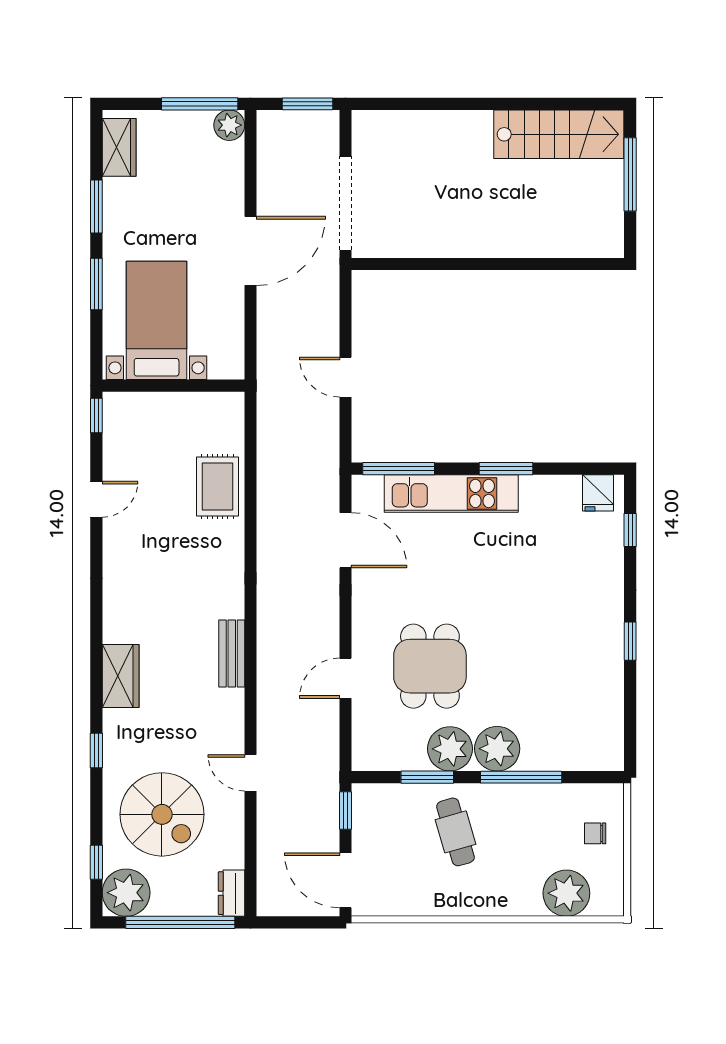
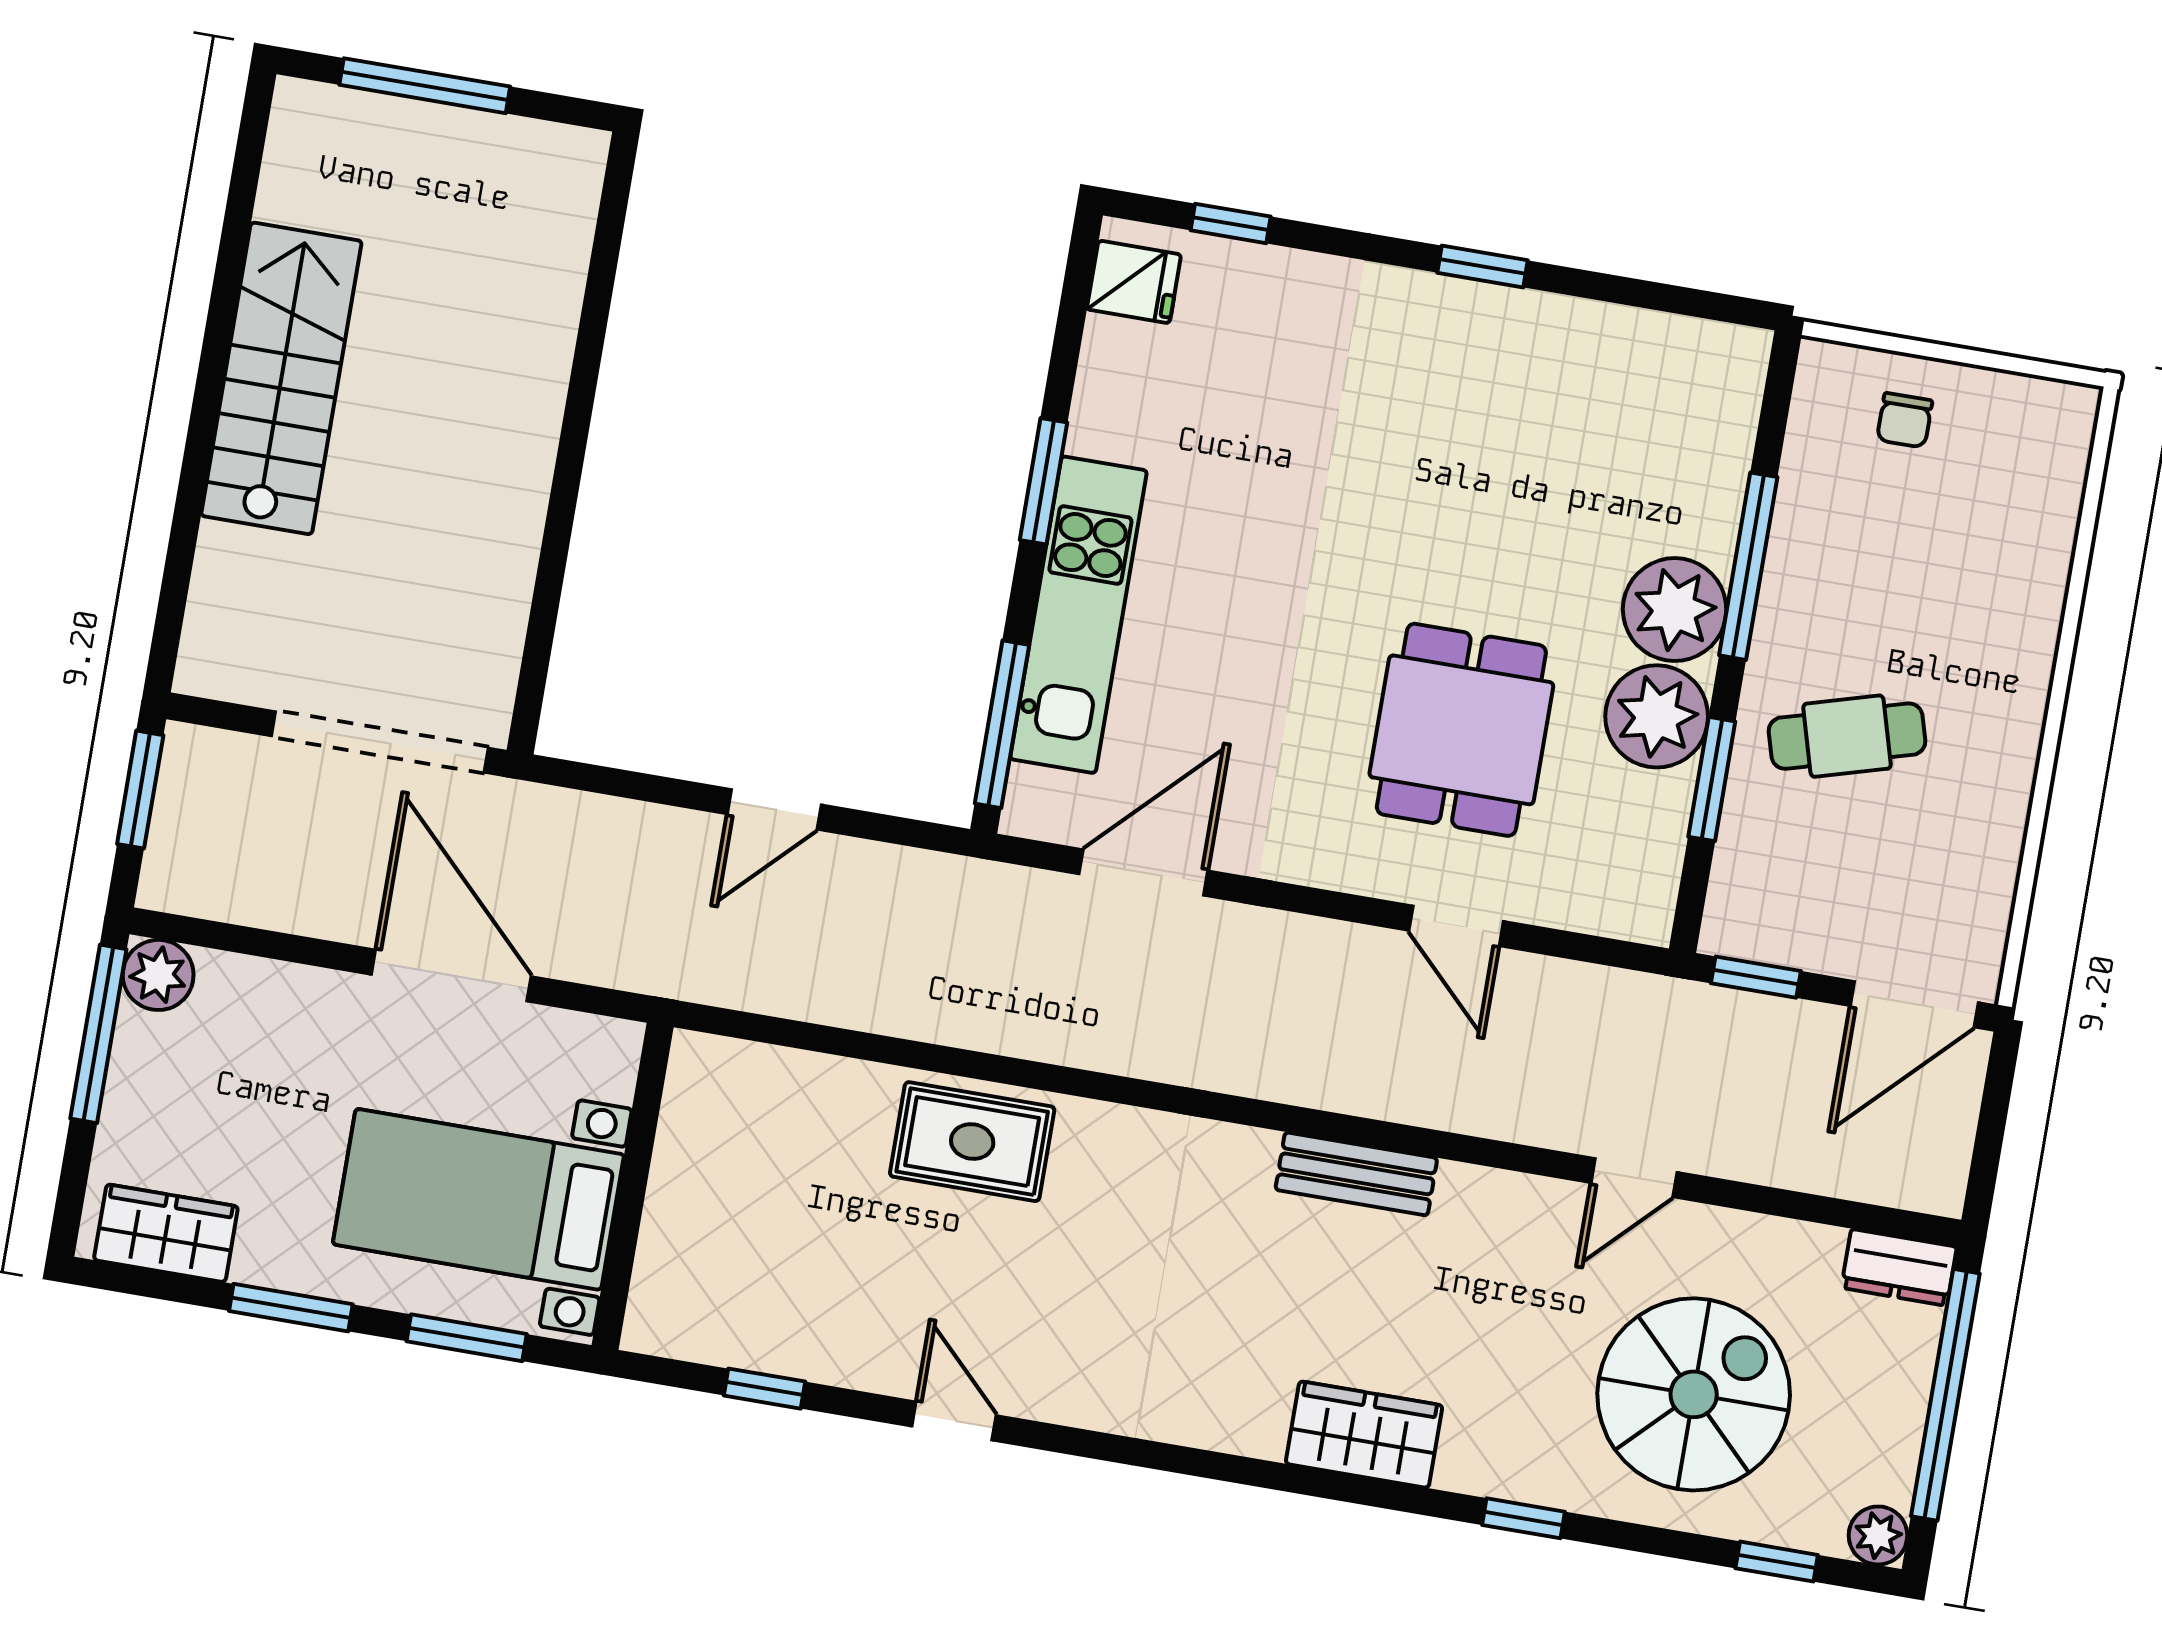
stairs: (559, 134) -> (281, 378), moved
bed with nightstands: (157, 320) -> (478, 1199), moved
wall: (173, 386) -> (633, 1186), moved
dining table: (430, 666) -> (1461, 730), turned 90
plant: (126, 893) -> (1878, 1535), width x0.53, depth x0.53
plant: (566, 893) -> (2029, 509), removed

